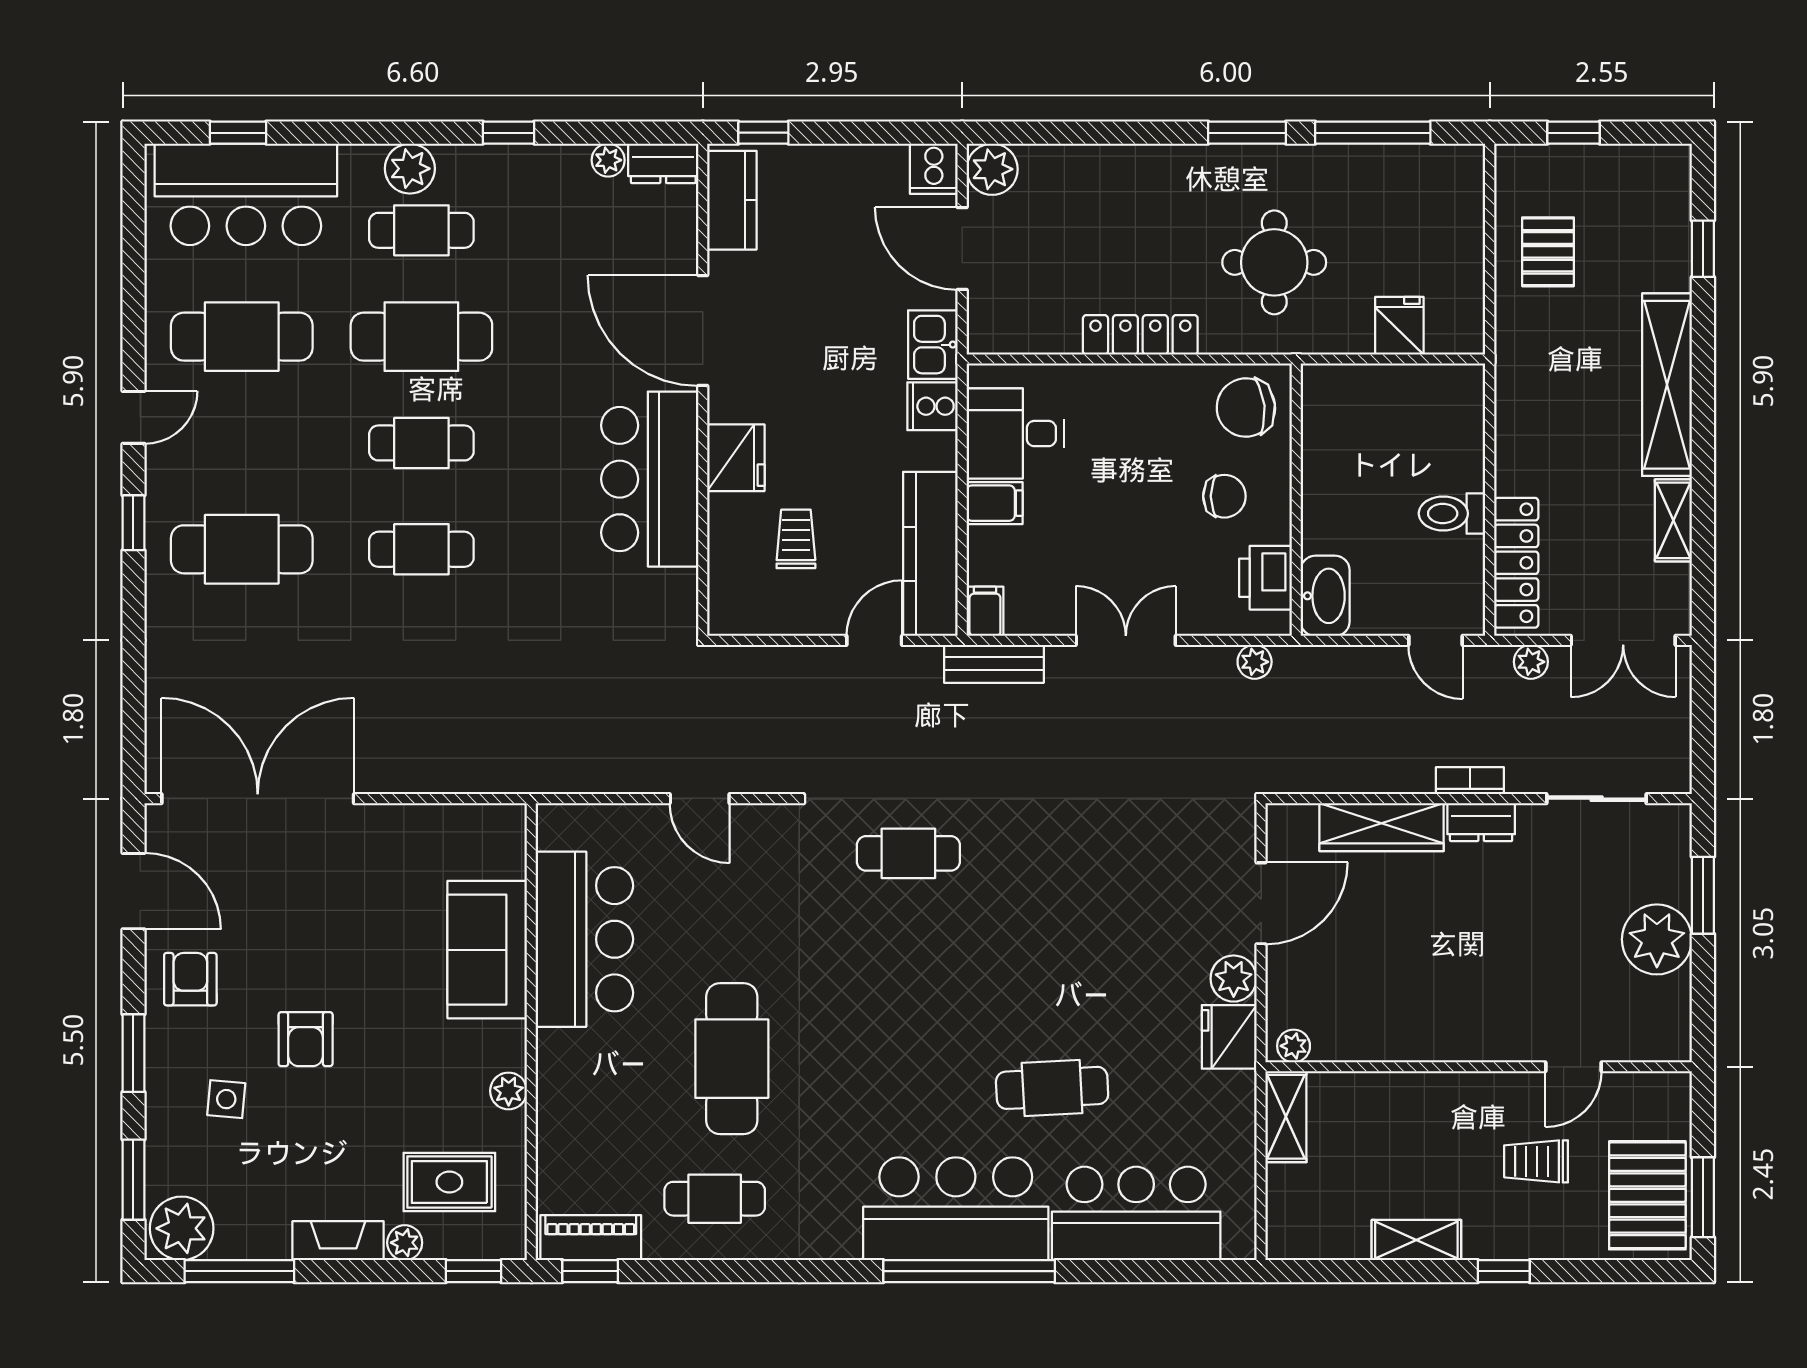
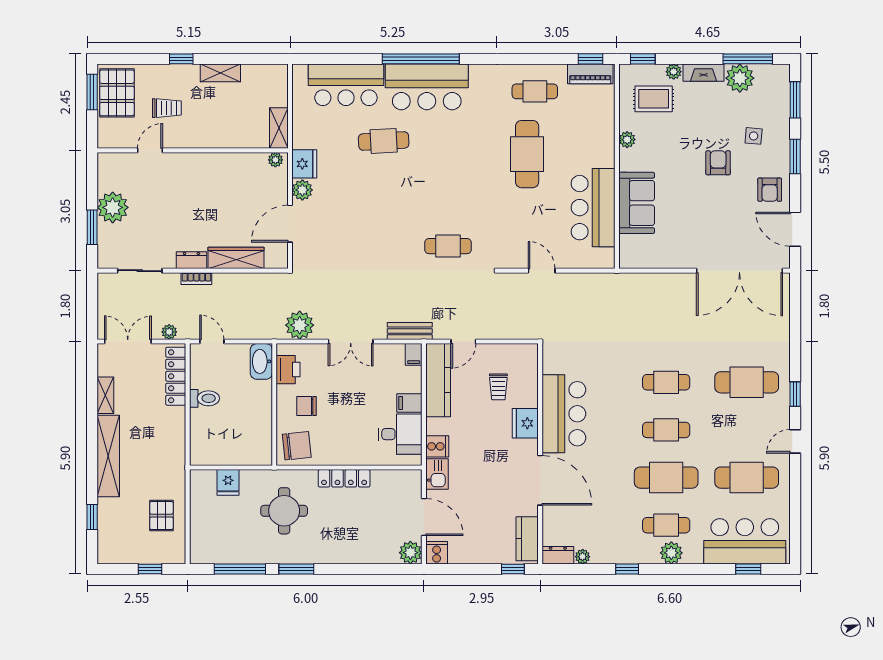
plant: (1255, 662) -> (300, 325), width x1.88, depth x1.88
plant: (182, 1228) -> (740, 78), moved

